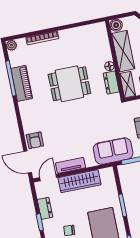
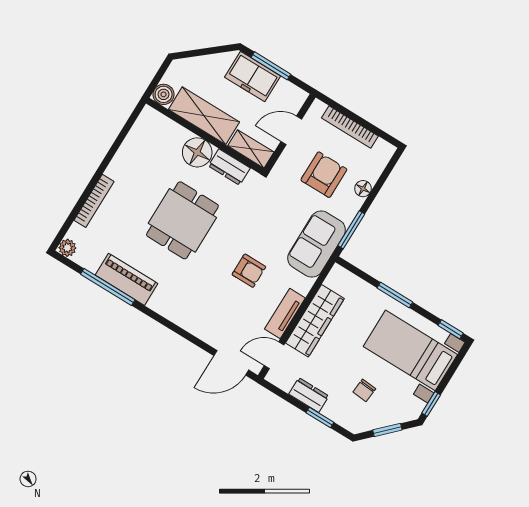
floor lamp: (109, 66) -> (197, 152), width x1.89, depth x1.89
armchair: (35, 140) -> (249, 271), moved
door: (48, 177) -> (274, 355), hinge flipped

